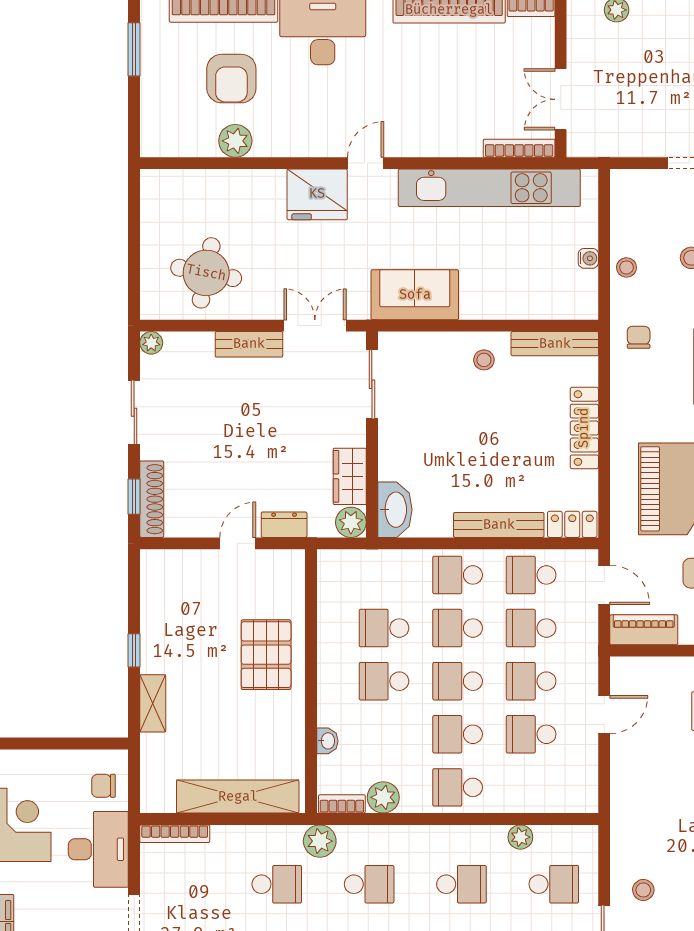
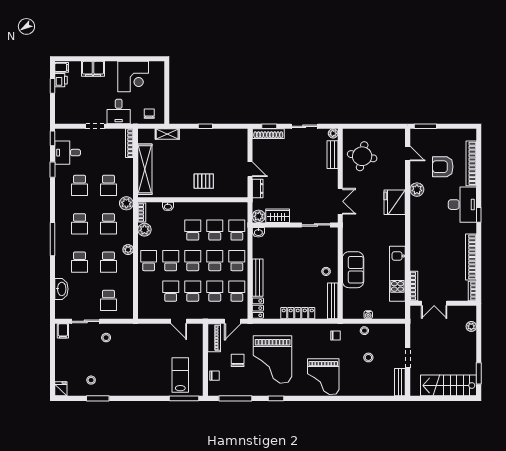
window: (134, 49) -> (425, 126), moved
double door: (561, 99) -> (434, 303), swing flipped
plant: (235, 141) -> (417, 190), moved
door: (366, 163) -> (408, 154), moved
kitchen unit: (489, 188) -> (397, 274), width x0.73
sofa: (415, 295) -> (353, 270), moved
bench: (249, 344) -> (332, 155), moved
washbasin: (395, 510) -> (258, 232), width x0.52, depth x0.69
school desk: (384, 575) -> (237, 230), added
pallet: (266, 655) -> (204, 181), width x0.67, depth x0.71
shelving: (153, 703) -> (167, 134), moved
plant: (520, 837) -> (128, 250), moved
desk: (98, 849) -> (119, 111), width x0.73

